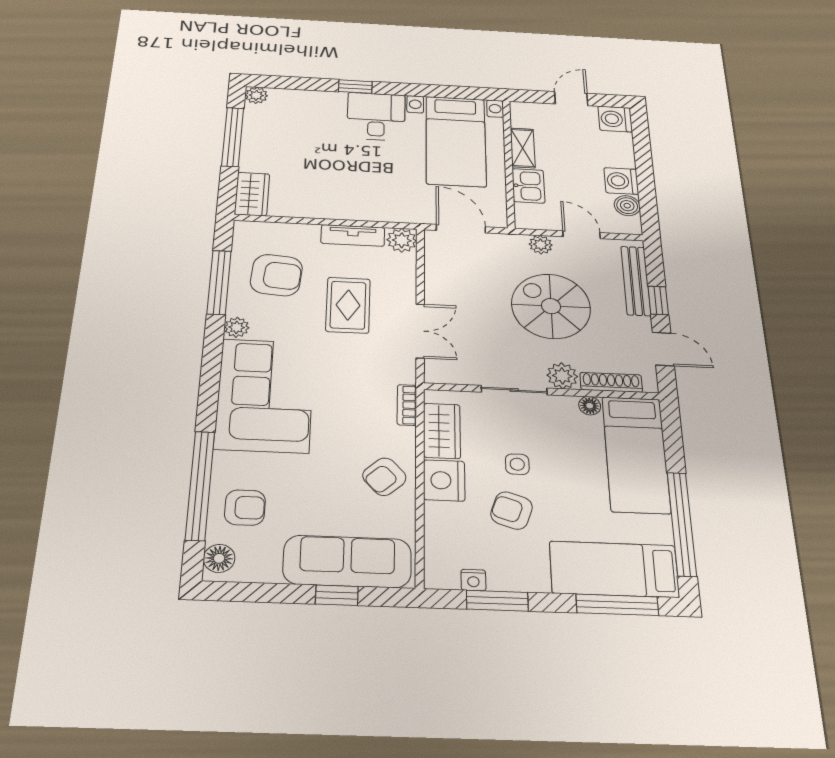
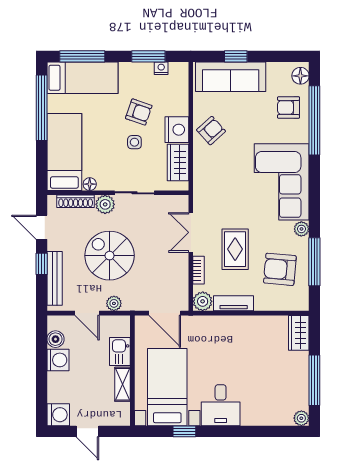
window: (355, 87) -> (184, 431), moved
door: (571, 99) -> (87, 431), hinge flipped
spiral stairs: (551, 306) -> (110, 256), turned 180
bookcase: (407, 405) -> (199, 270), moved

